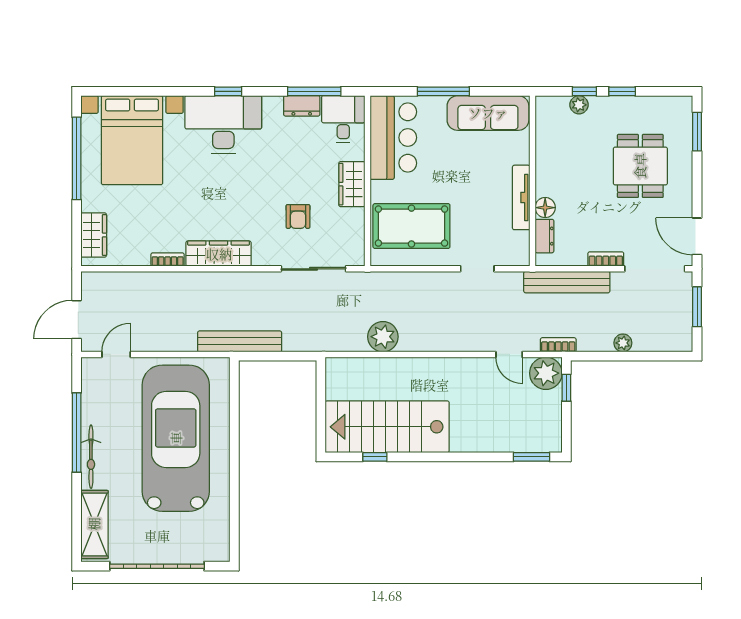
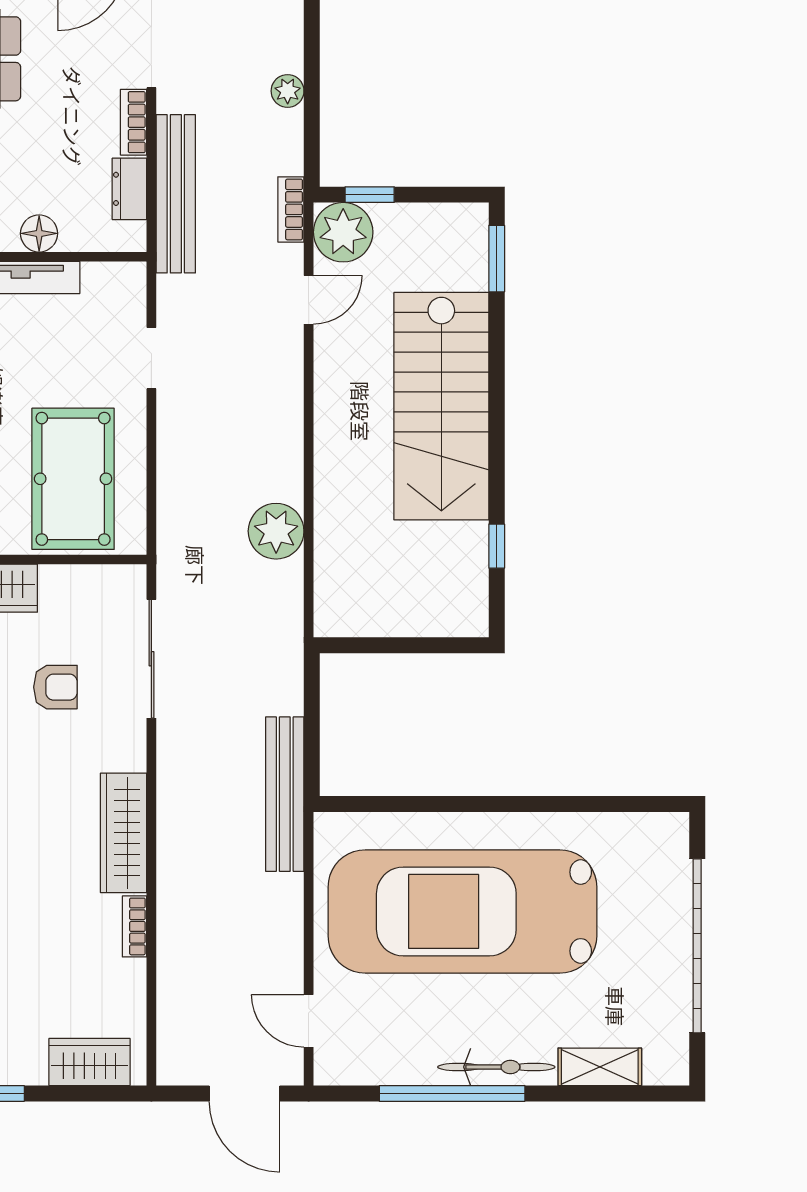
dresser: (544, 236) -> (129, 189), moved, turned -90
stairs: (387, 427) -> (441, 406), moved
shelving: (94, 524) -> (600, 1067), width x0.67, depth x0.75

